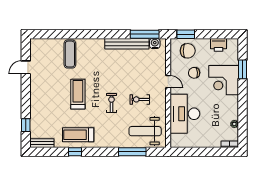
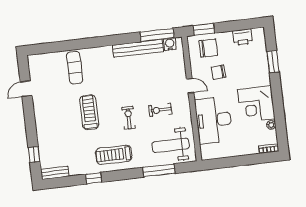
corner desk: (224, 80) -> (256, 104), moved
treadmill: (78, 135) -> (114, 155), moved

